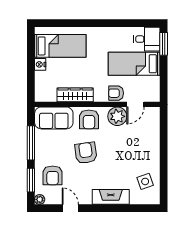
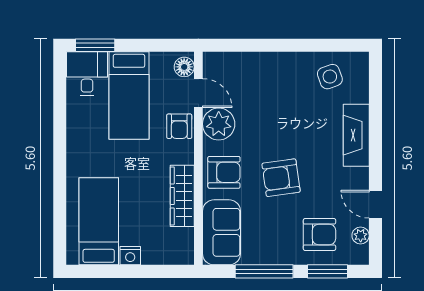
floor lamp: (151, 96) -> (184, 67), added
plant: (40, 199) -> (361, 235), moved
door: (70, 208) -> (375, 204), hinge flipped

